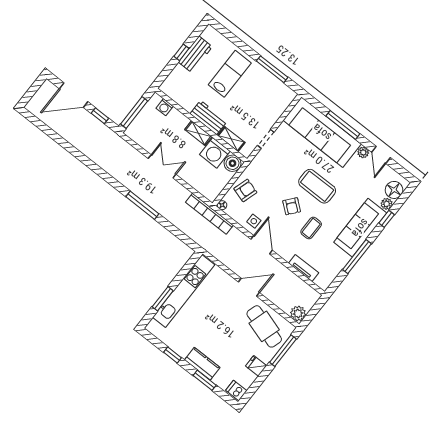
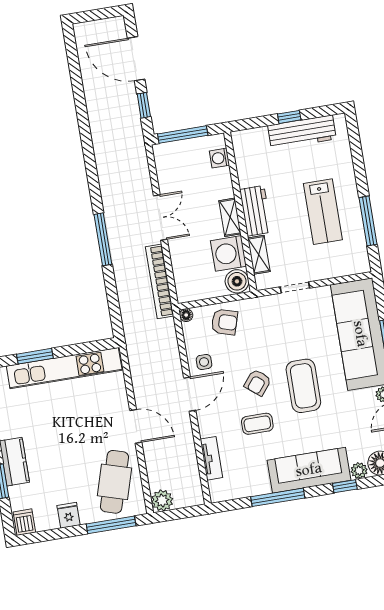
workbench: (195, 54) -> (302, 132), width x1.38
lab bench: (230, 74) -> (323, 212), moved, turned 90
bookcase: (209, 214) -> (160, 281), moved

